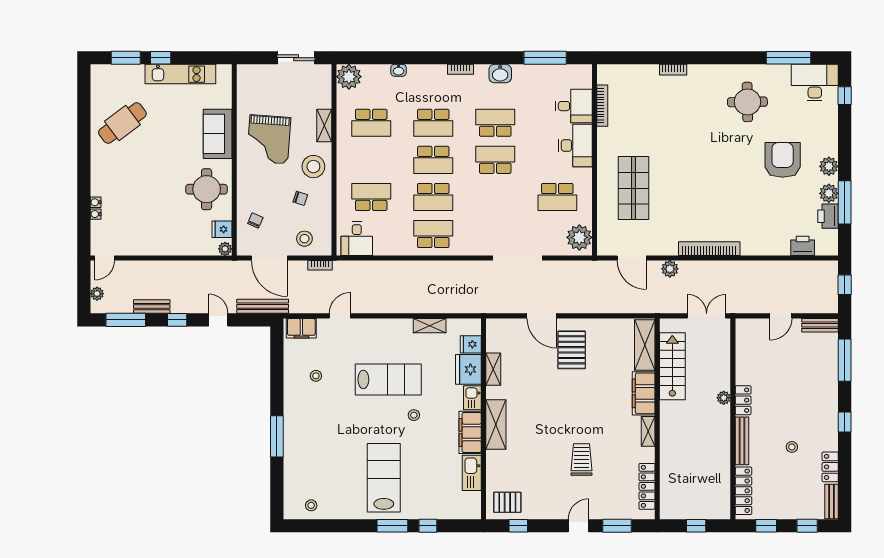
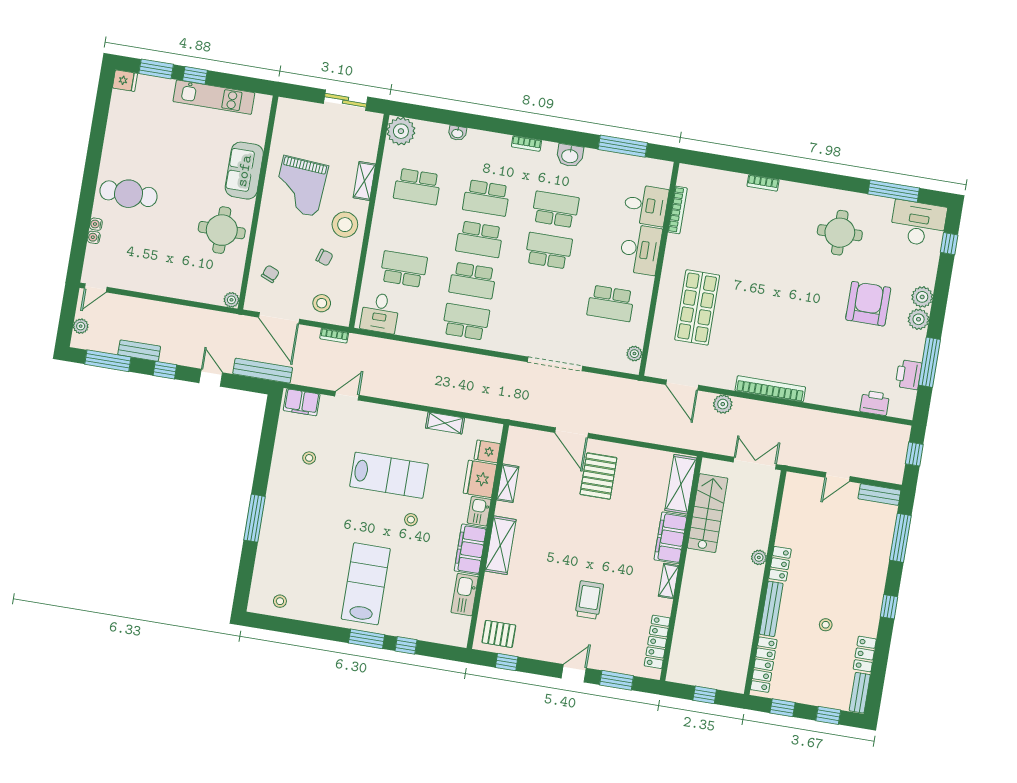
cafe table: (122, 123) -> (129, 194), moved, turned 37
plant: (829, 193) -> (922, 297), moved
fridge: (222, 229) -> (125, 81), moved, turned 180
plant: (579, 237) -> (634, 354), width x0.53, depth x0.53

